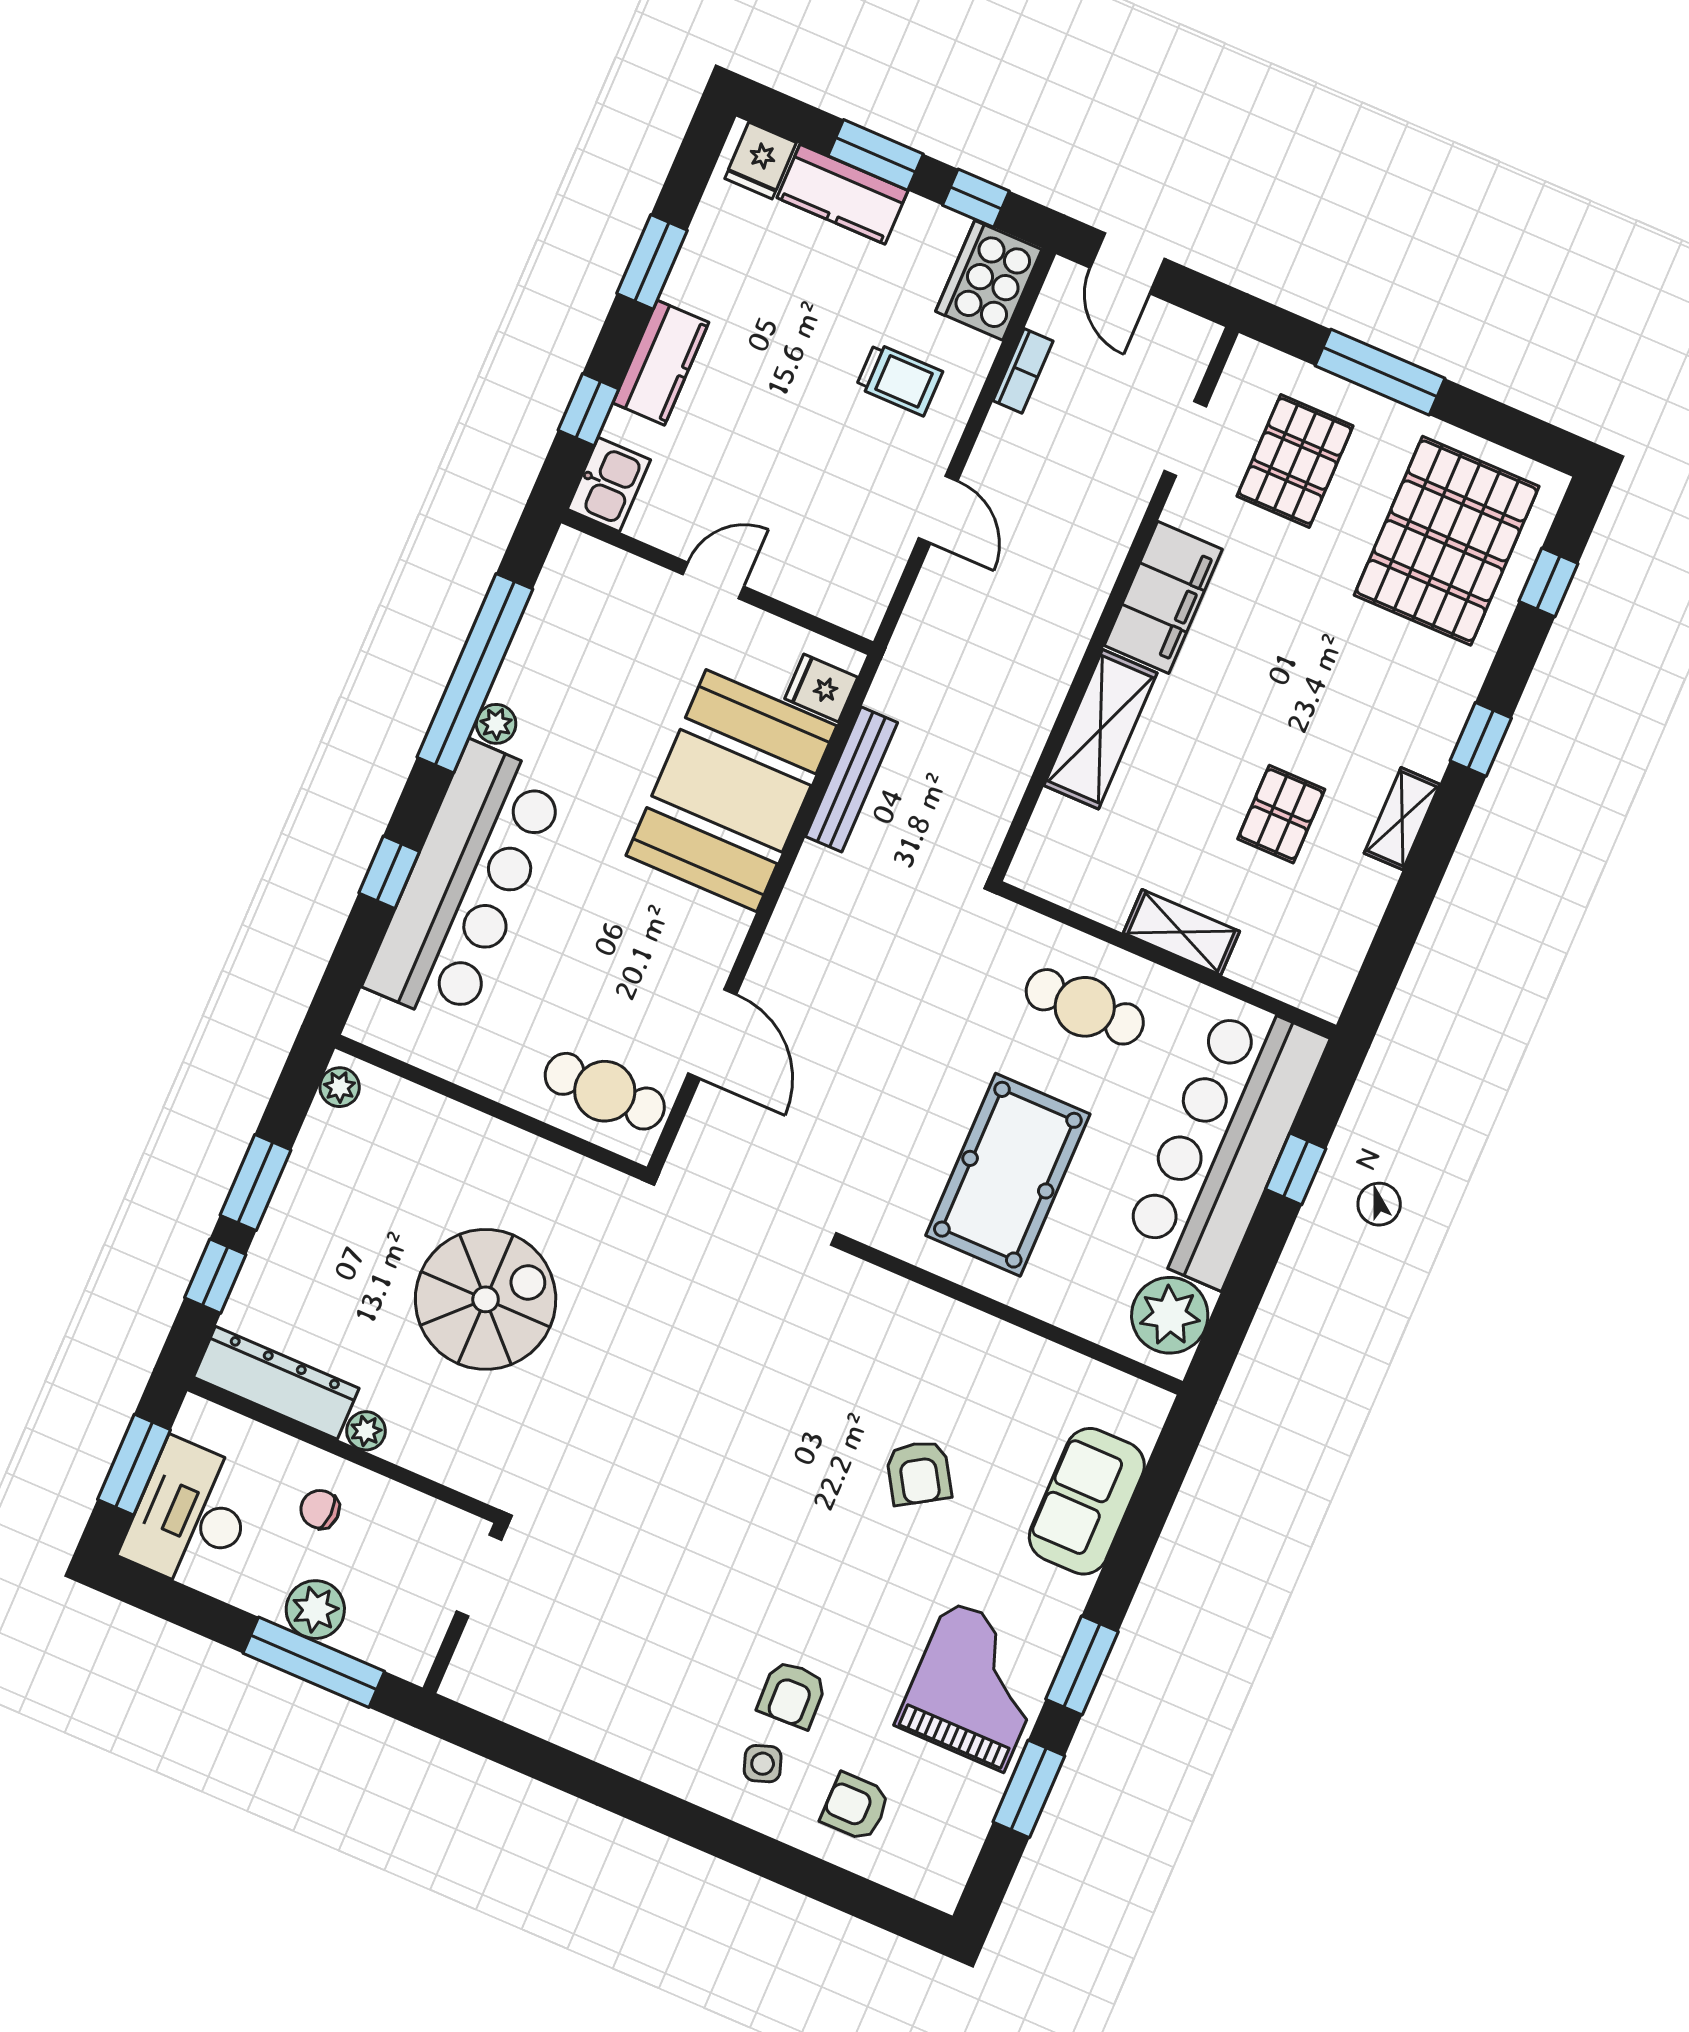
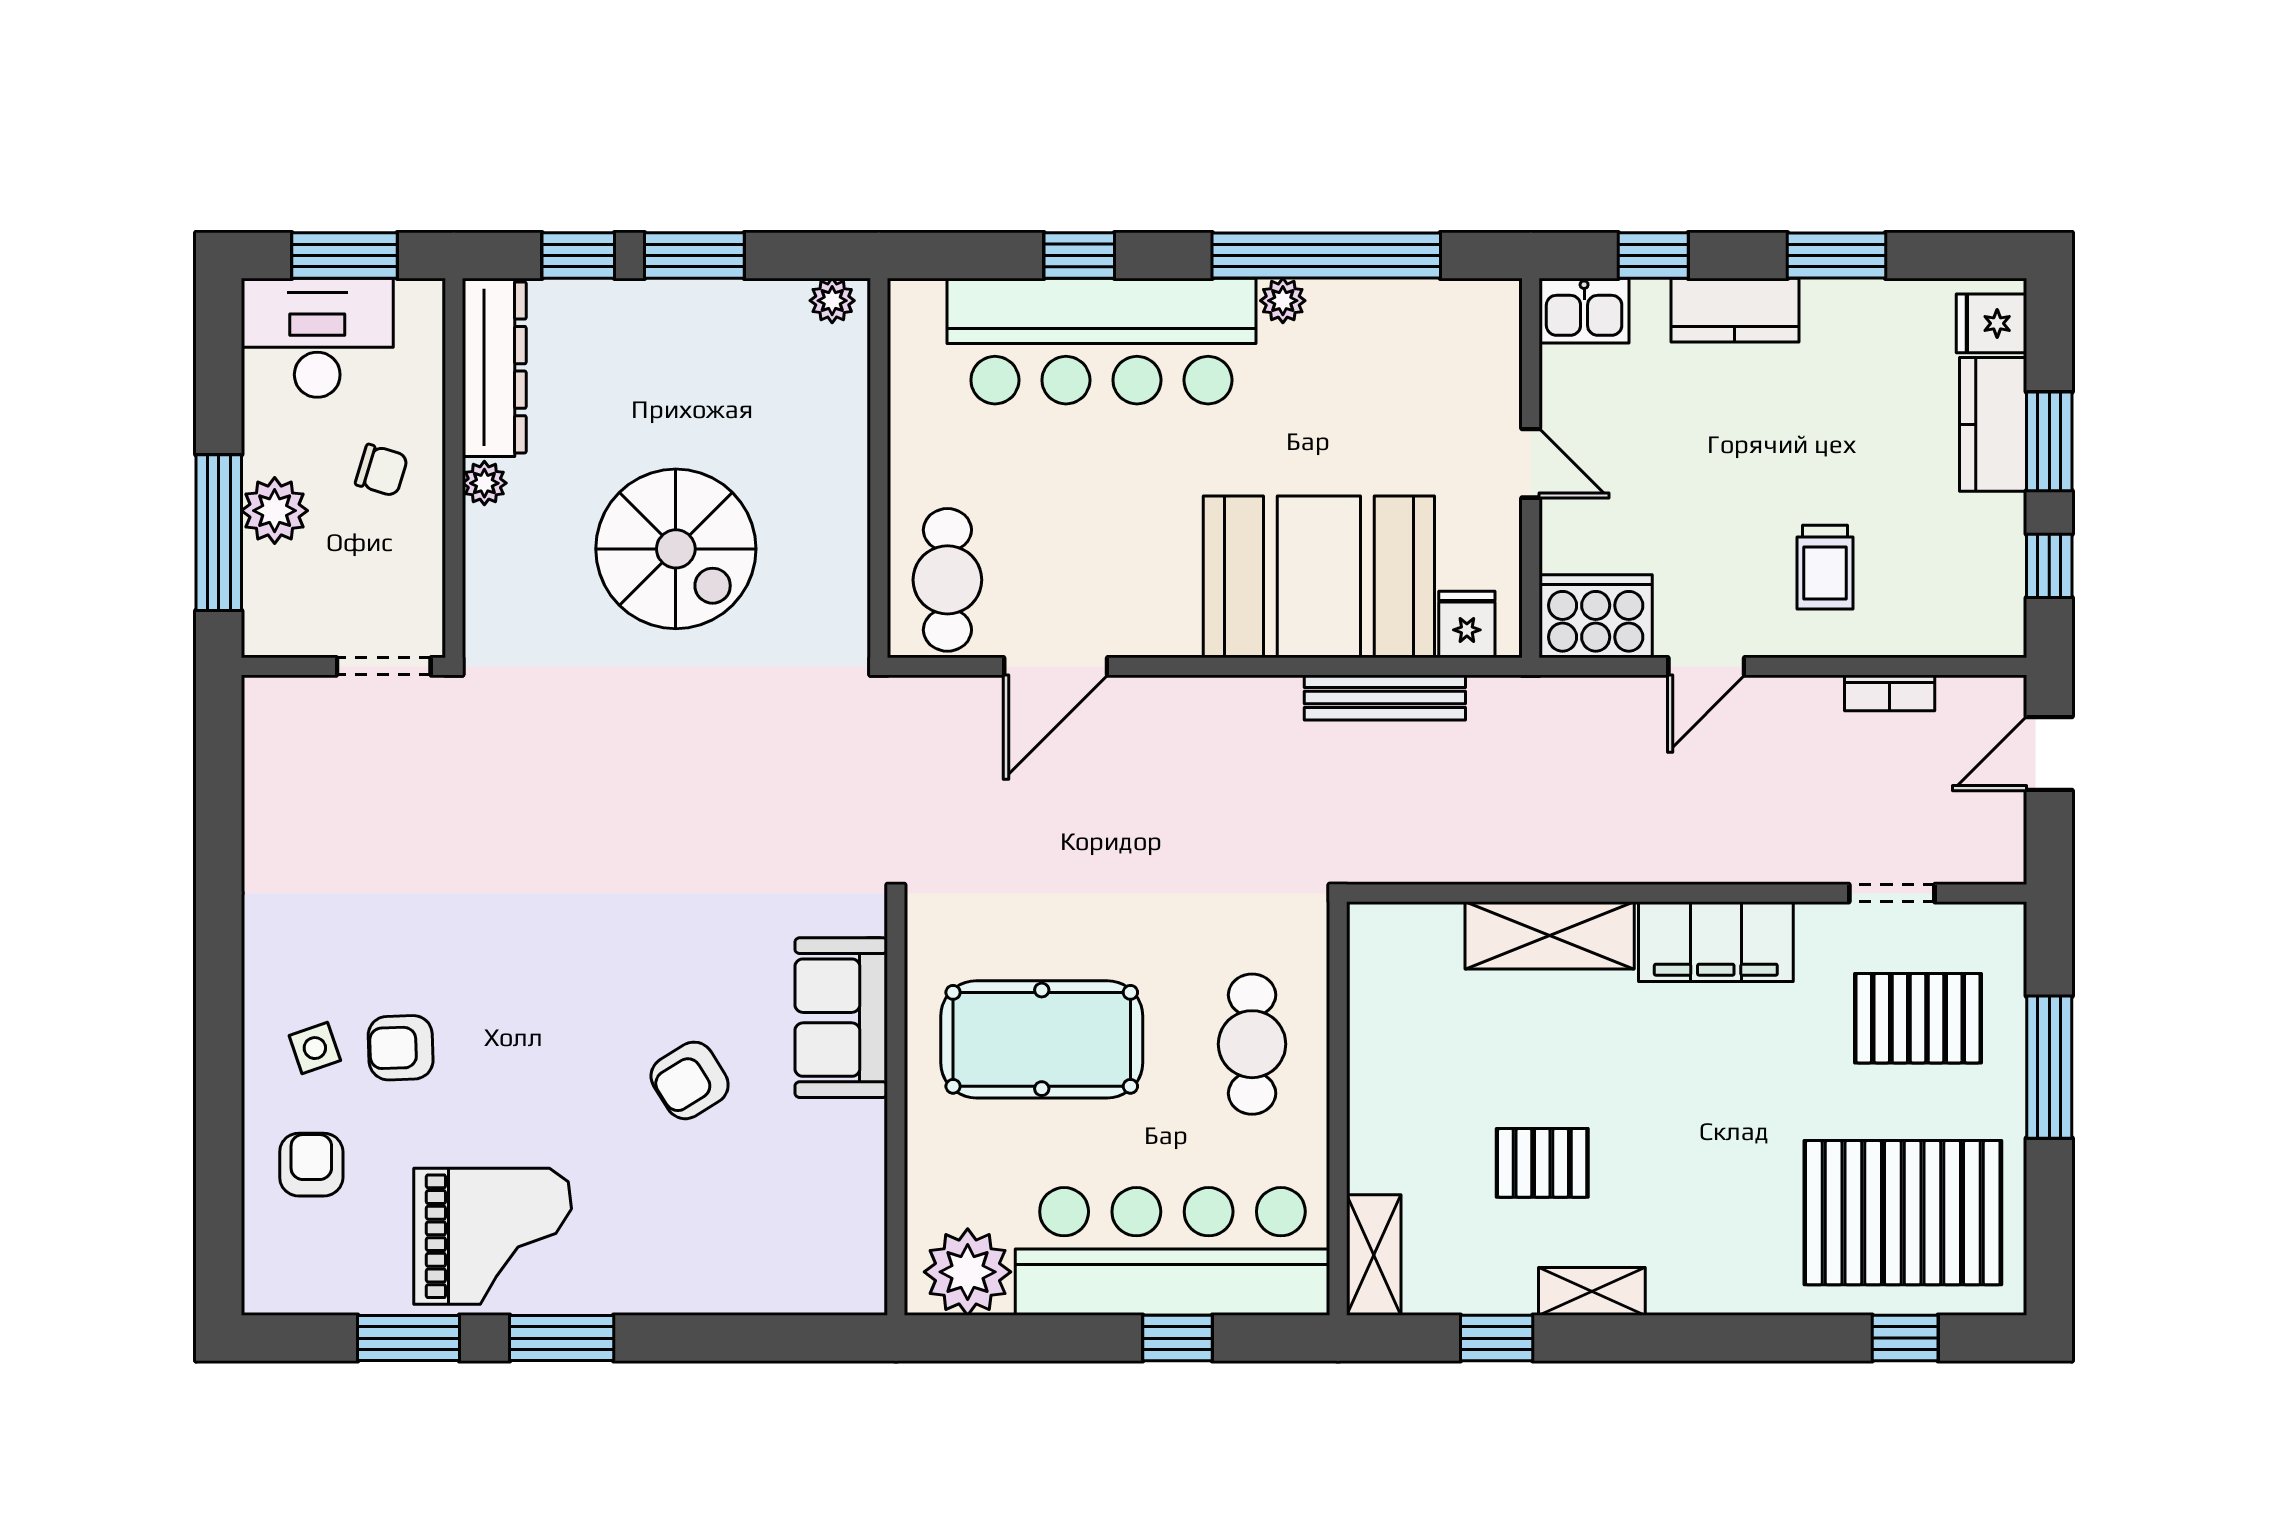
cooker: (989, 280) -> (1596, 616), moved
window: (1481, 739) -> (1497, 1338), moved
shelving: (1181, 932) -> (1374, 1255), moved
sofa: (1087, 1501) -> (841, 1018), moved, turned -90
chair: (320, 1509) -> (381, 470), turned 105

